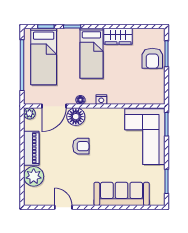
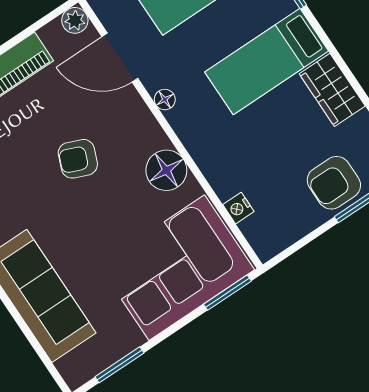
nightstand: (101, 99) -> (238, 208), moved
floor lamp: (76, 117) -> (166, 170), moved
armchair: (81, 146) -> (78, 159), turned 112

